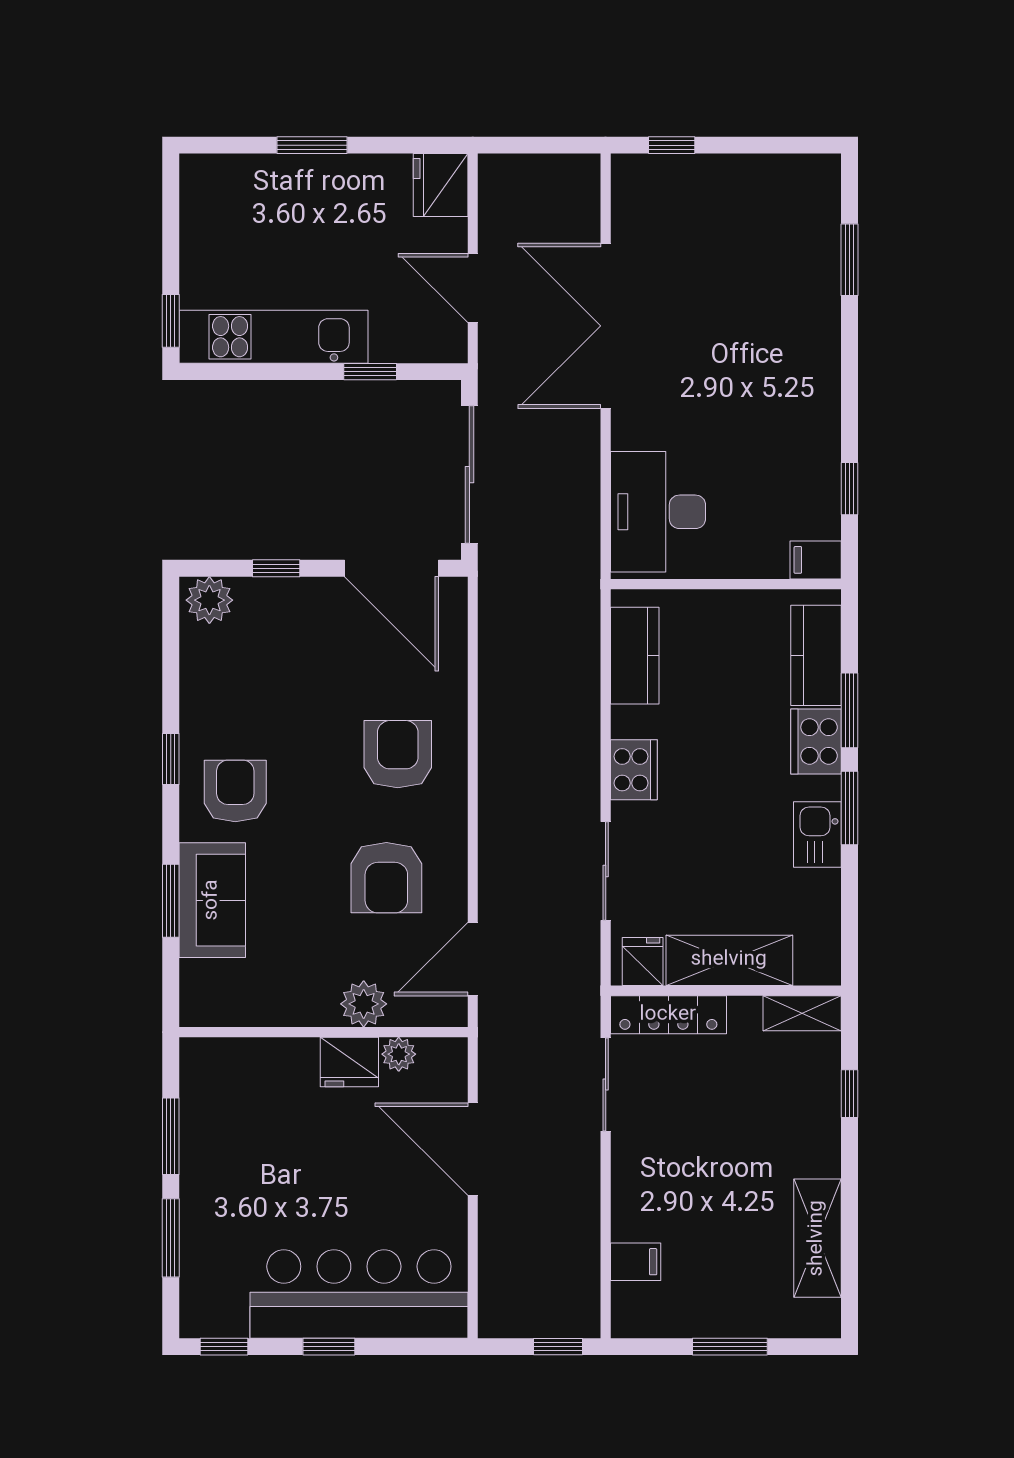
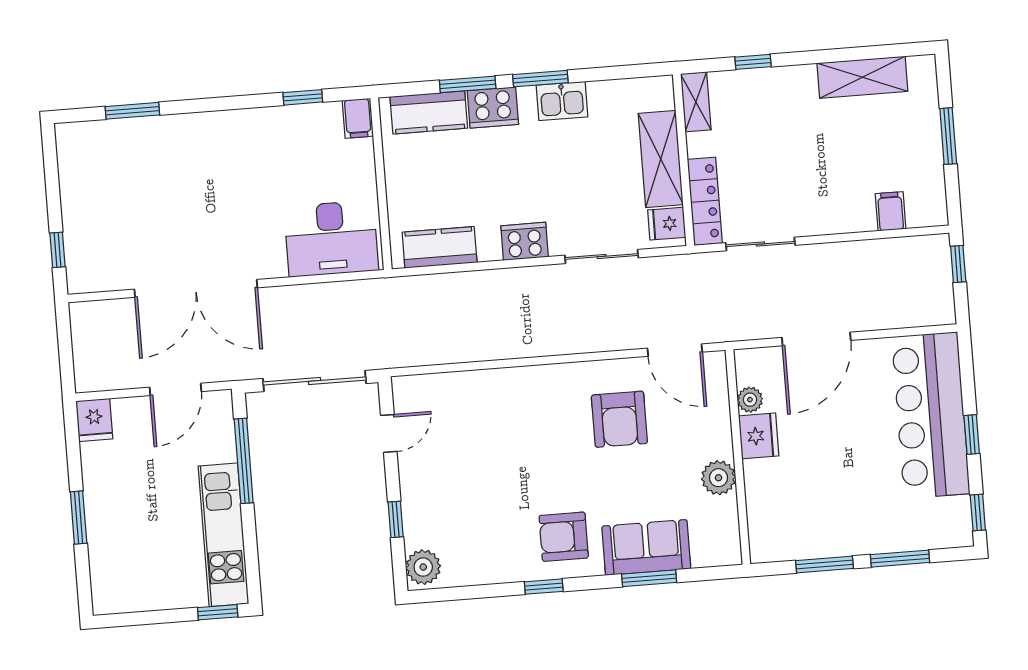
fridge: (441, 185) -> (94, 420), width x0.72
window: (370, 372) -> (244, 461), width x2.17
door: (392, 568) -> (389, 433), width x0.53
armchair: (398, 754) -> (527, 418), removed
armchair: (386, 878) -> (619, 419), turned 90
plant: (364, 1004) -> (718, 478), moved

